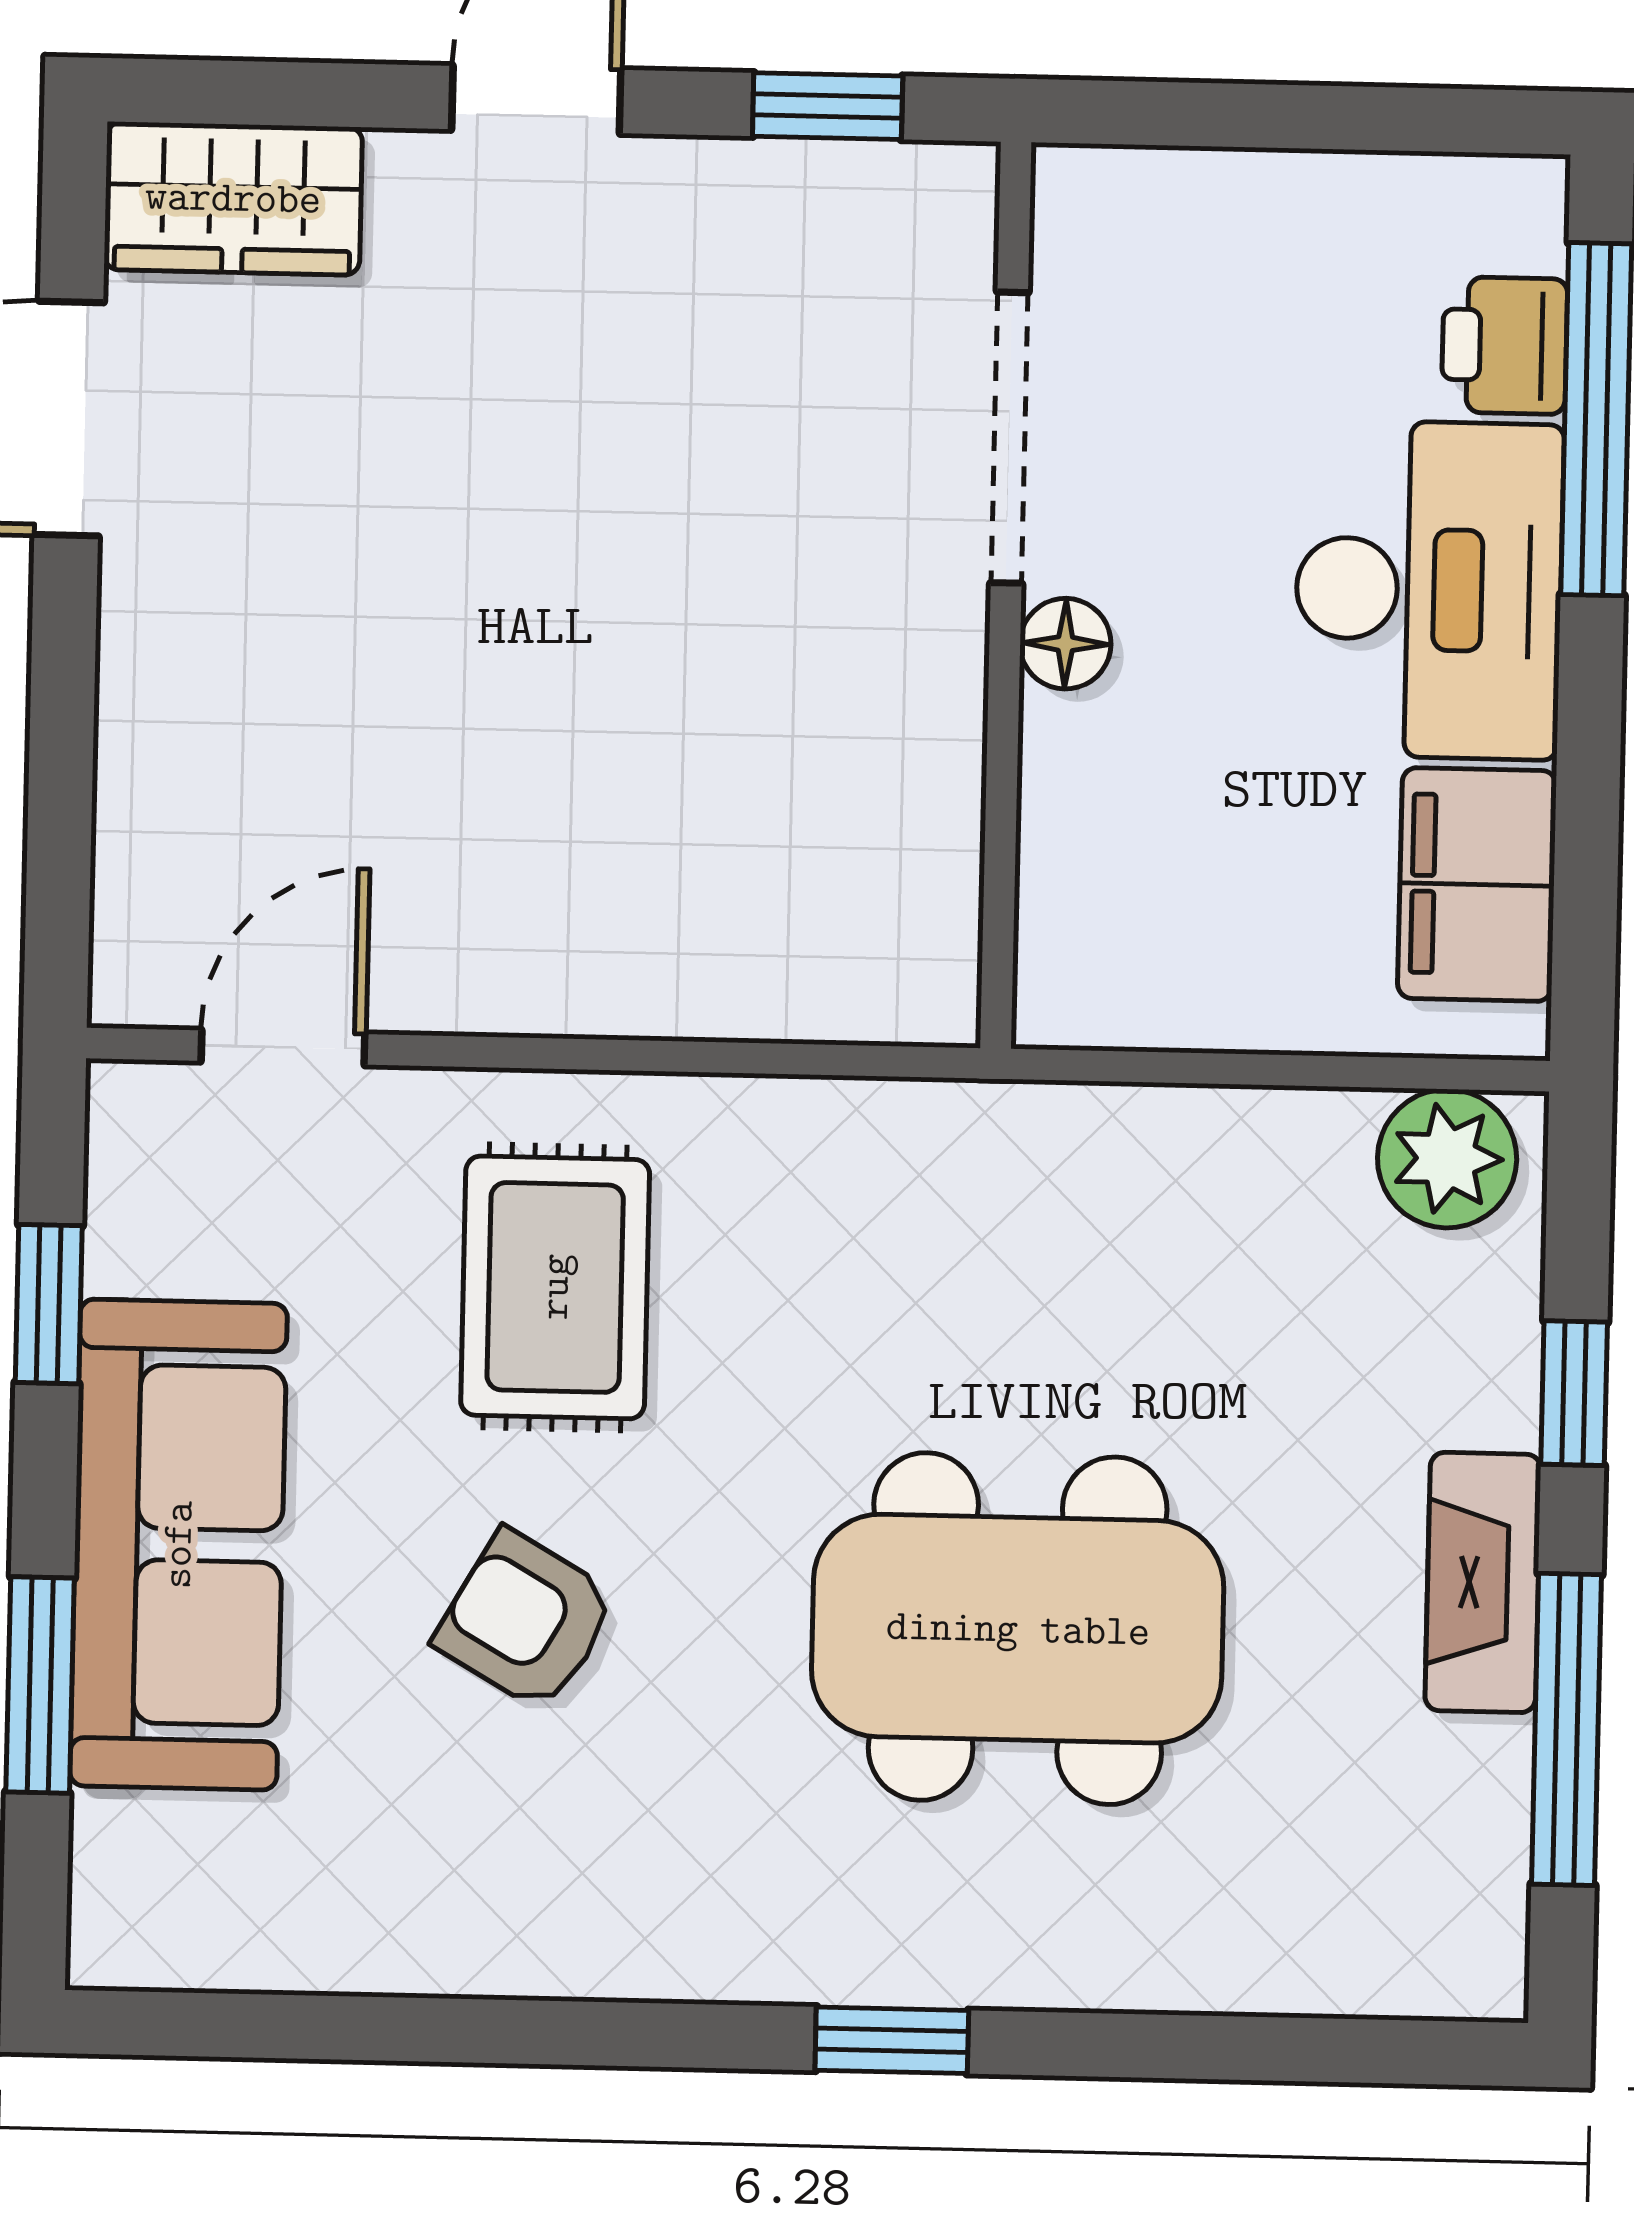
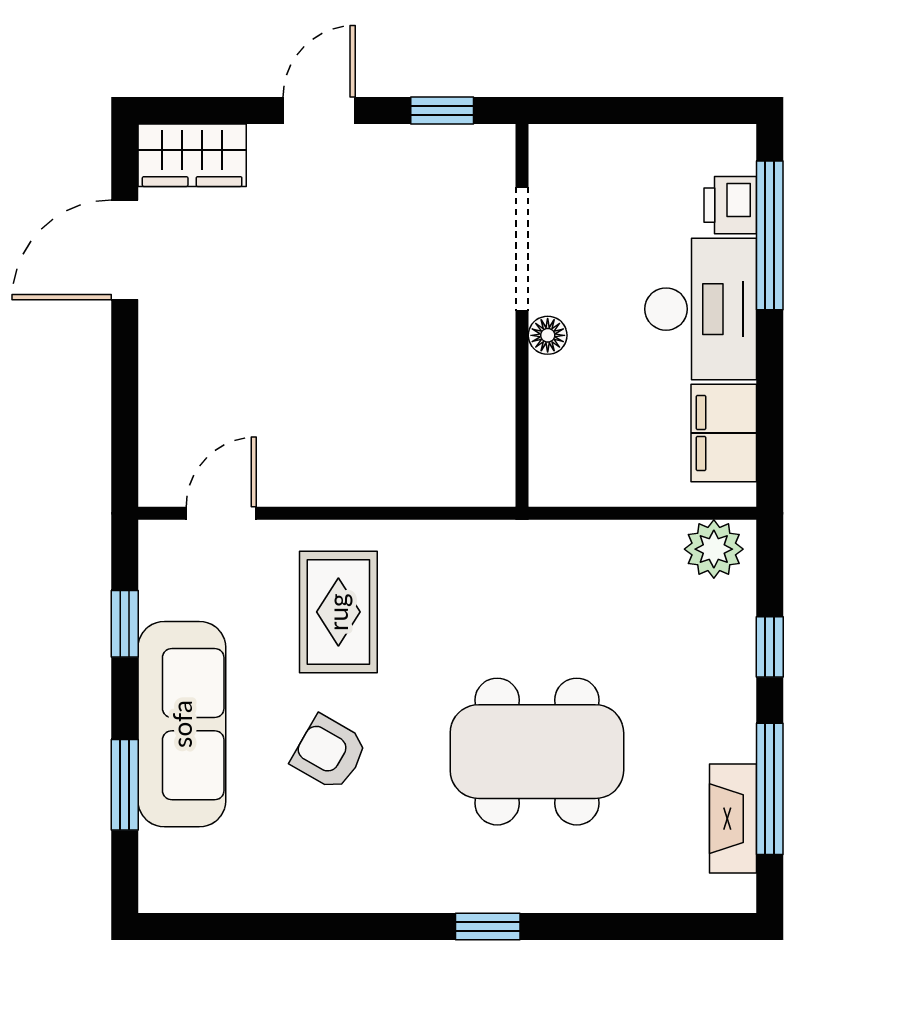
fireplace: (1483, 1582) -> (733, 819), moved

